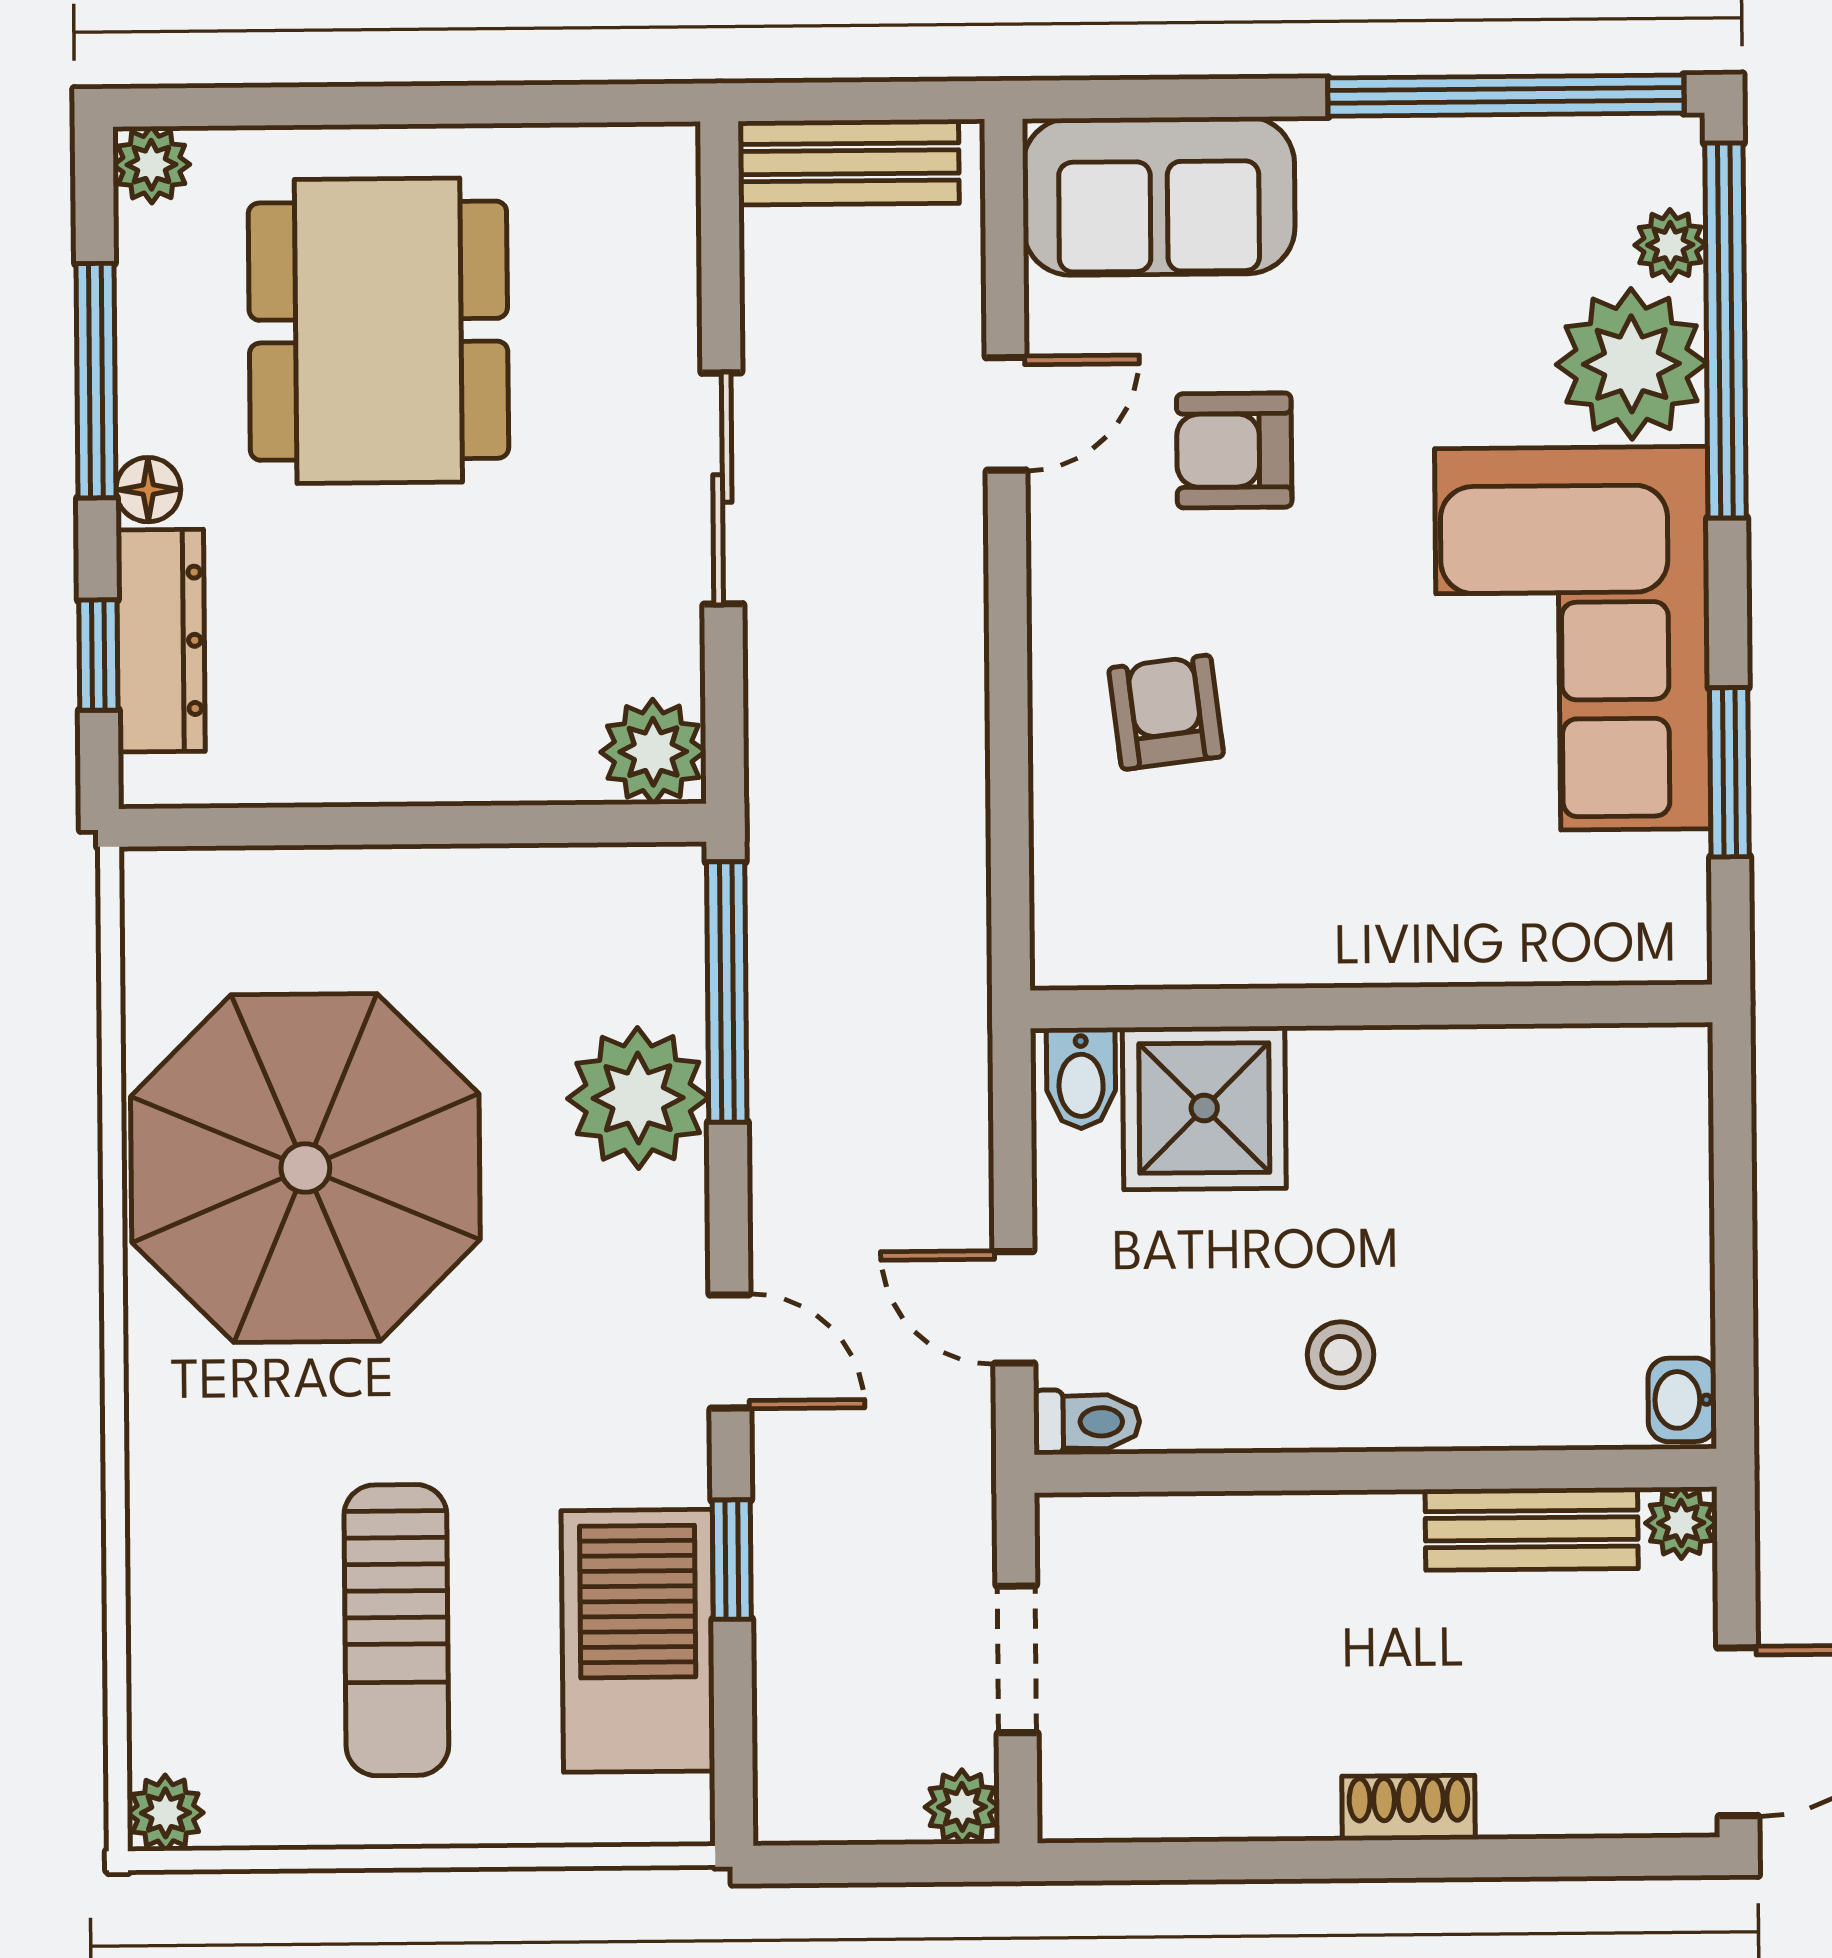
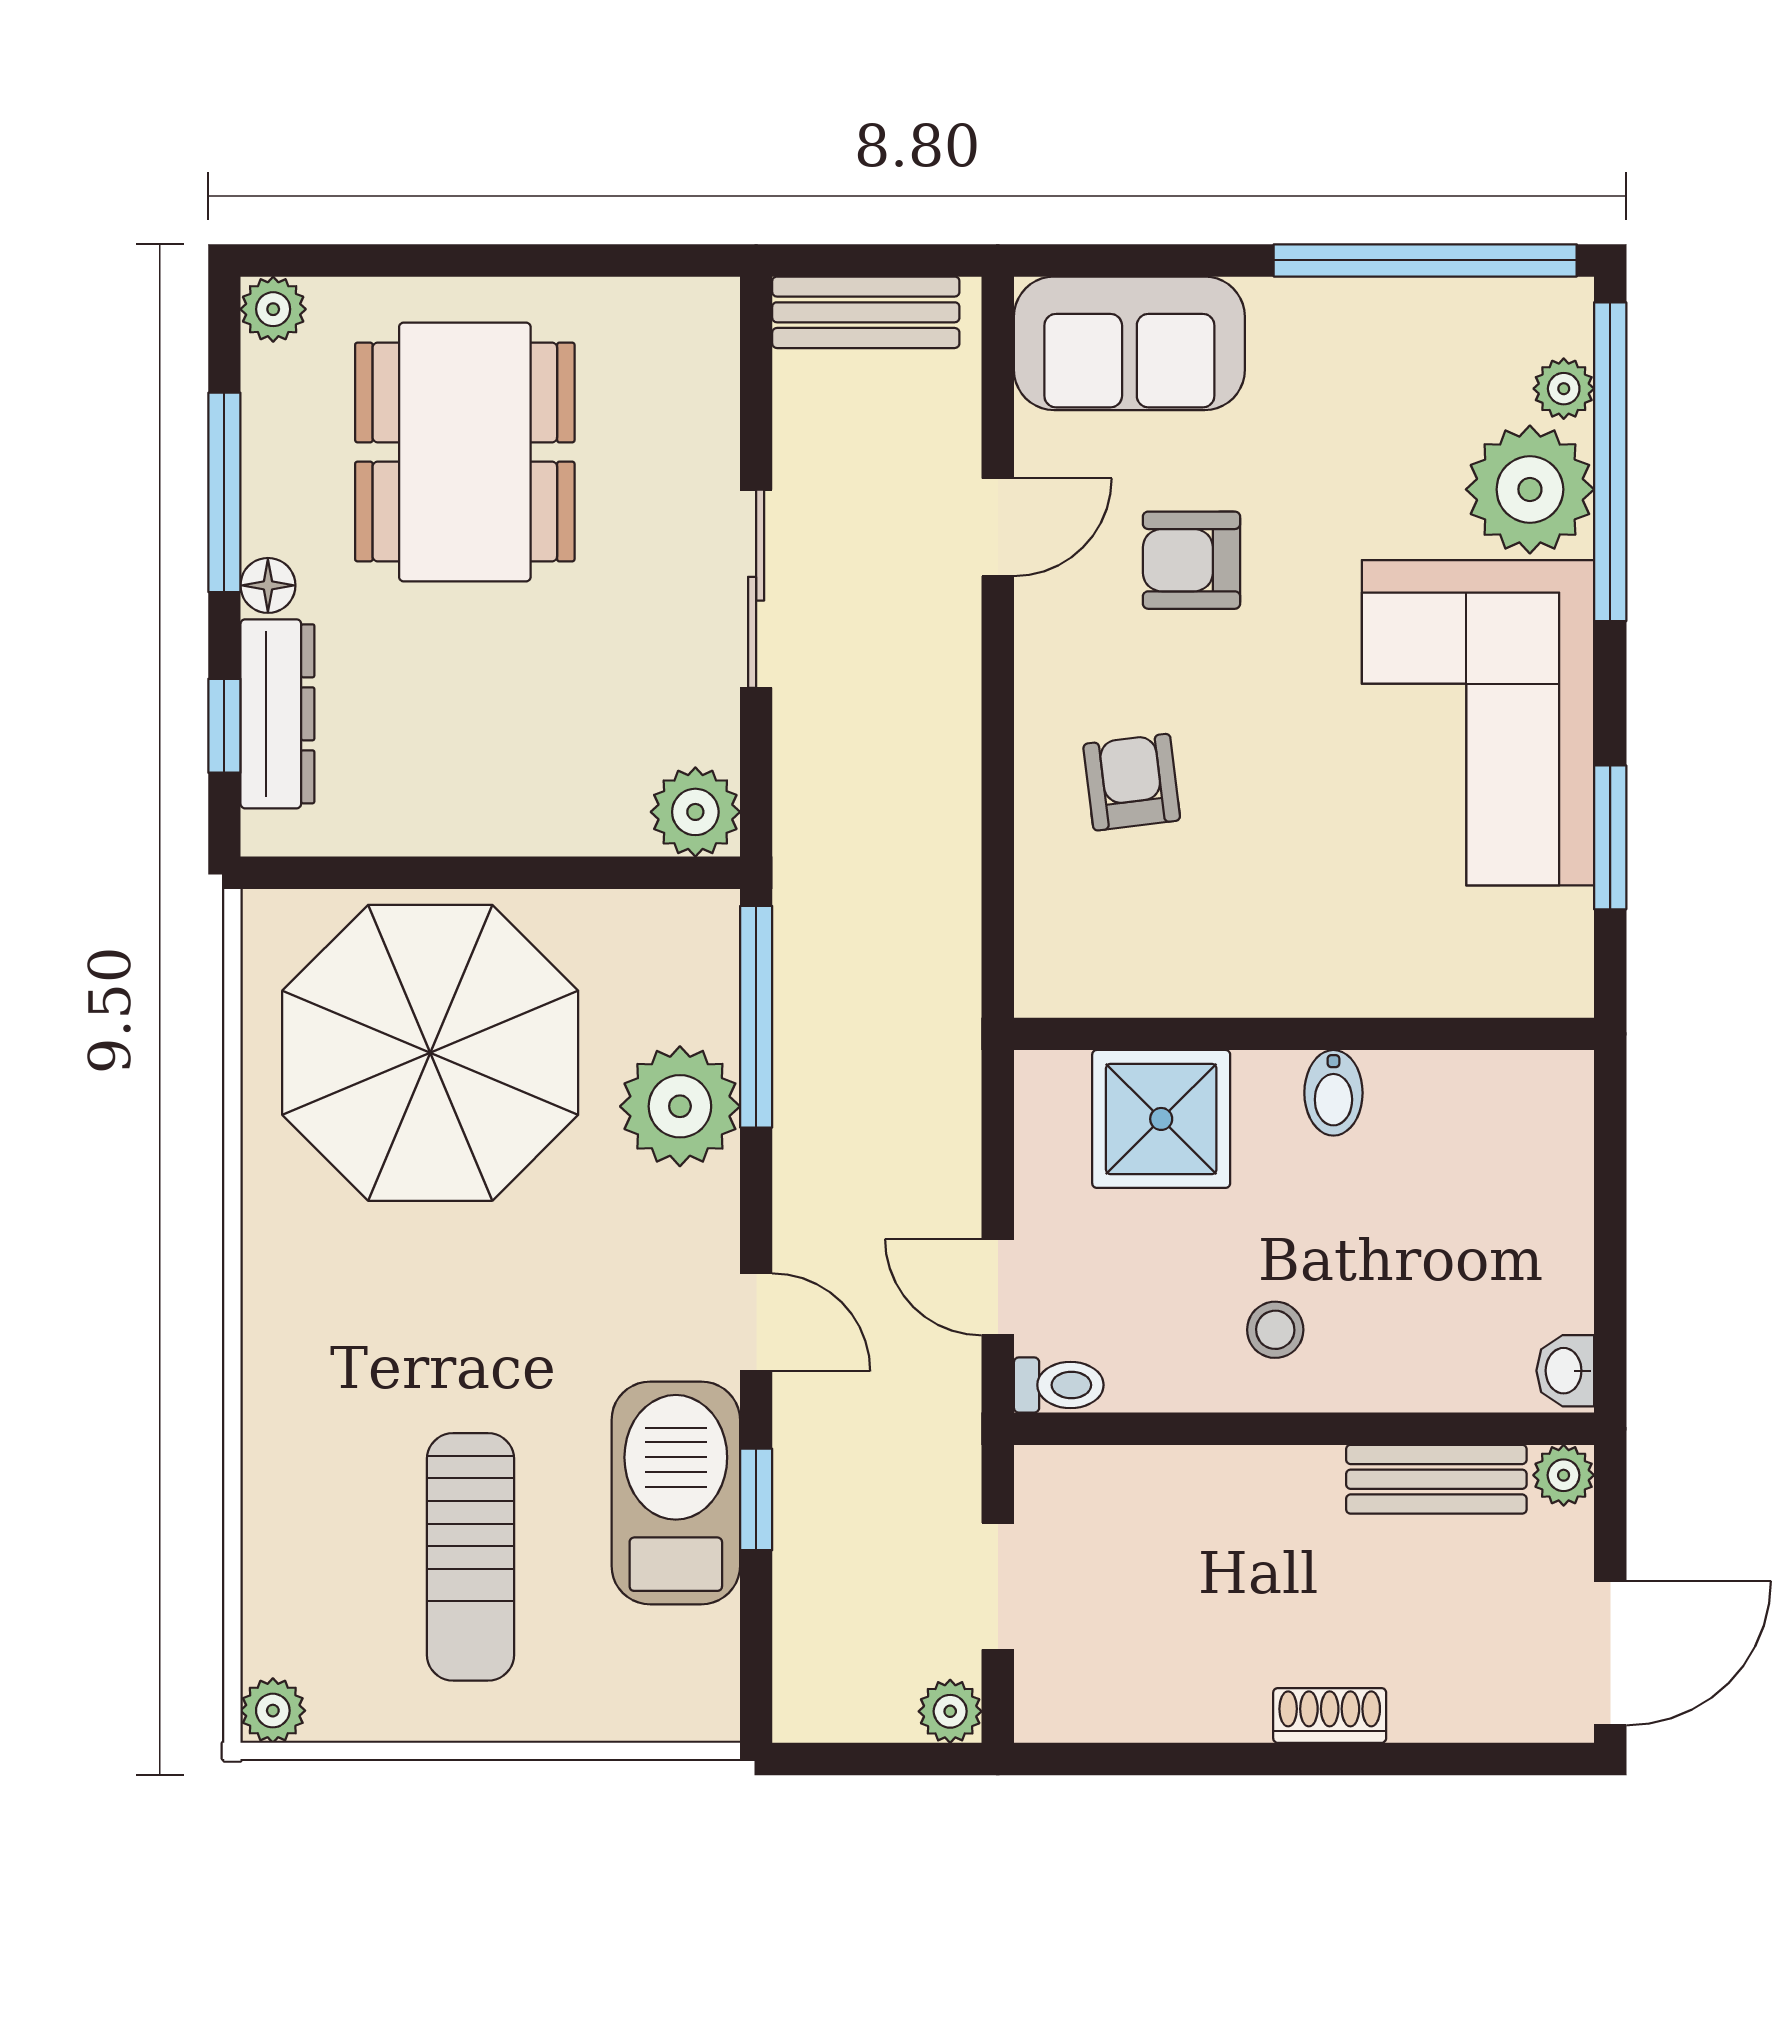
bidet: (1081, 1078) -> (1333, 1093), moved
parasol: (305, 1168) -> (430, 1053), moved
barbecue: (638, 1641) -> (676, 1493), moved

